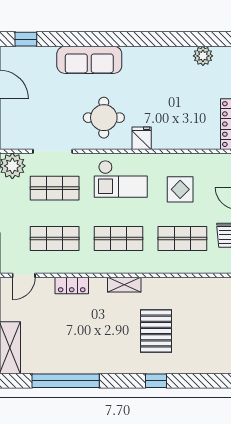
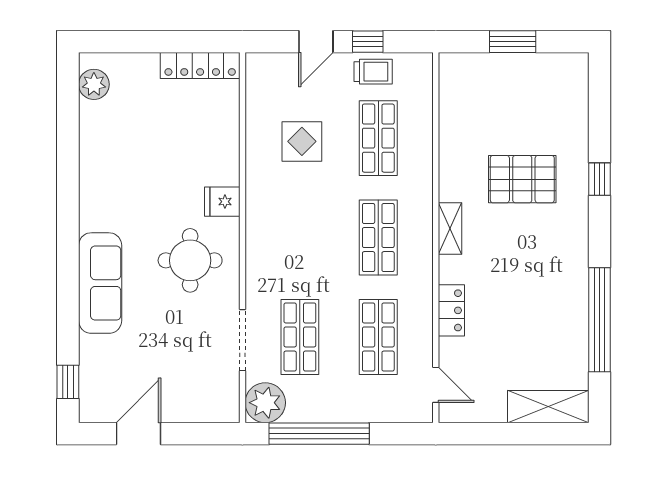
plant: (203, 56) -> (94, 84), moved
checkout: (121, 179) -> (285, 234), removed

